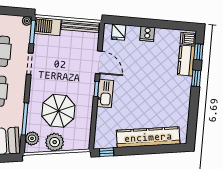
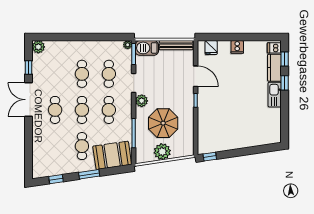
kitchen sink: (105, 94) -> (275, 95), moved, turned 180
kitchen counter: (148, 137) -> (246, 140), removed
plant: (32, 138) -> (142, 101), moved

